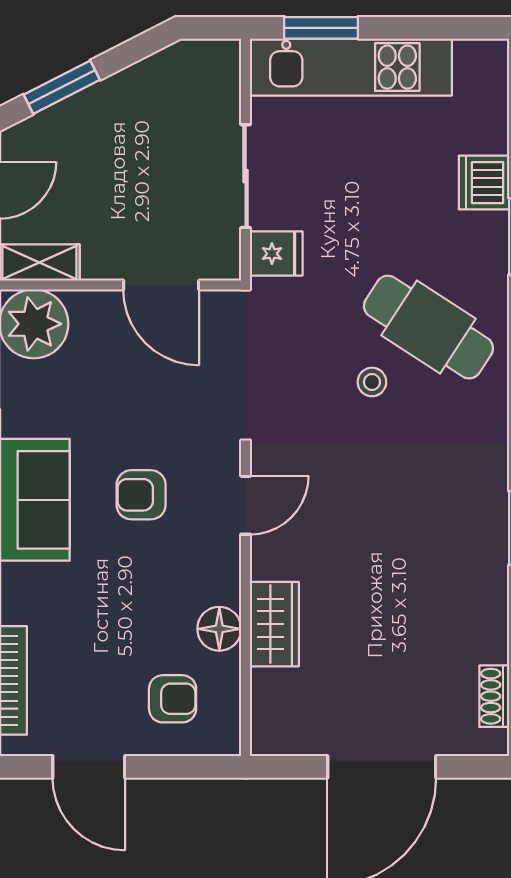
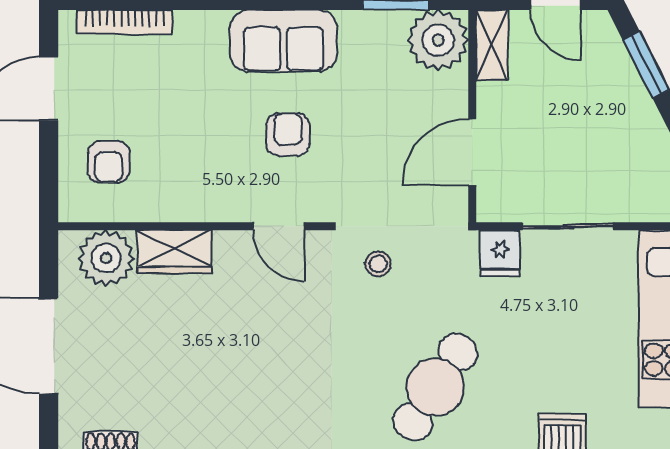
stool: (372, 382) -> (378, 264), moved
floor lamp: (219, 629) -> (170, 203), removed
plant: (282, 702) -> (106, 258), added

